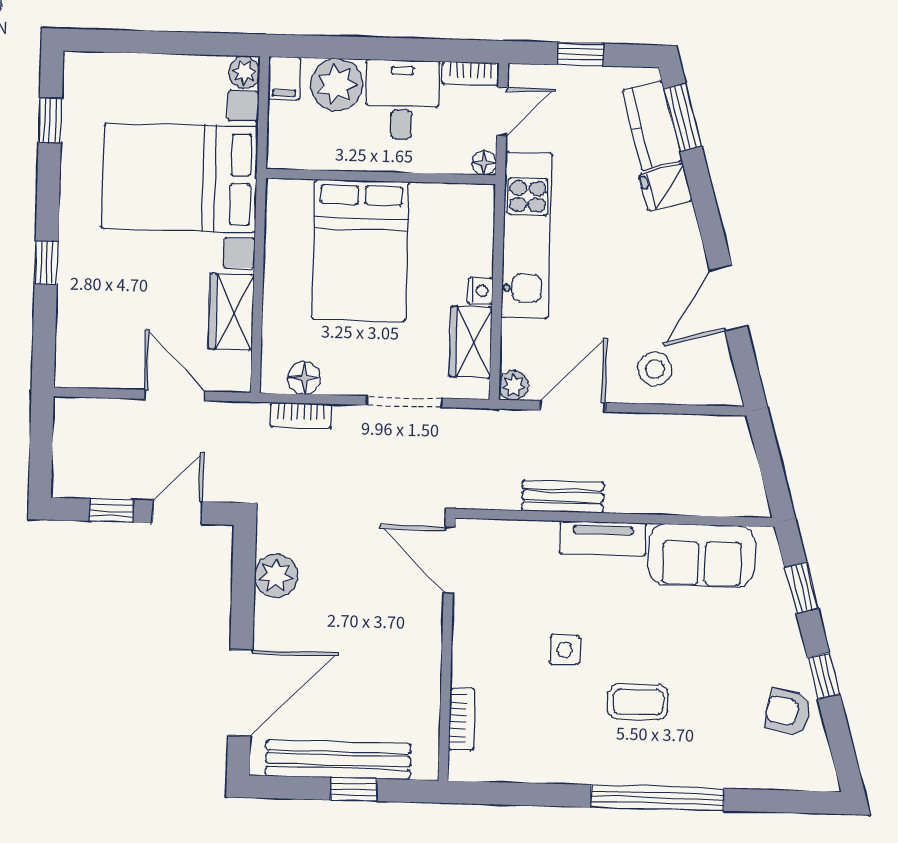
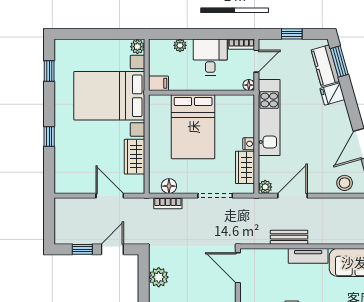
filing cabinet: (284, 78) -> (158, 83), moved, turned -90
plant: (337, 85) -> (180, 45), width x0.53, depth x0.53
stool: (655, 369) -> (345, 183), moved

